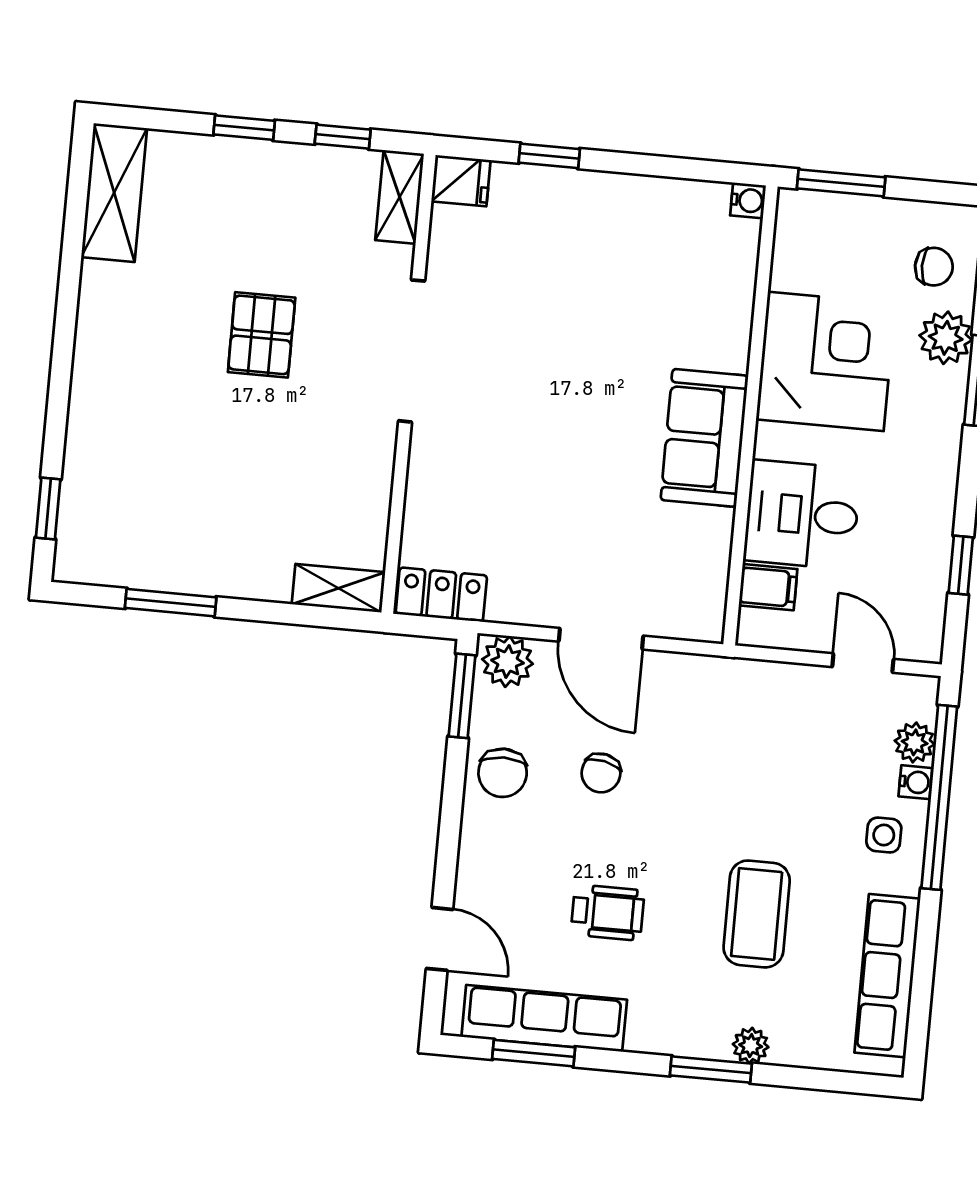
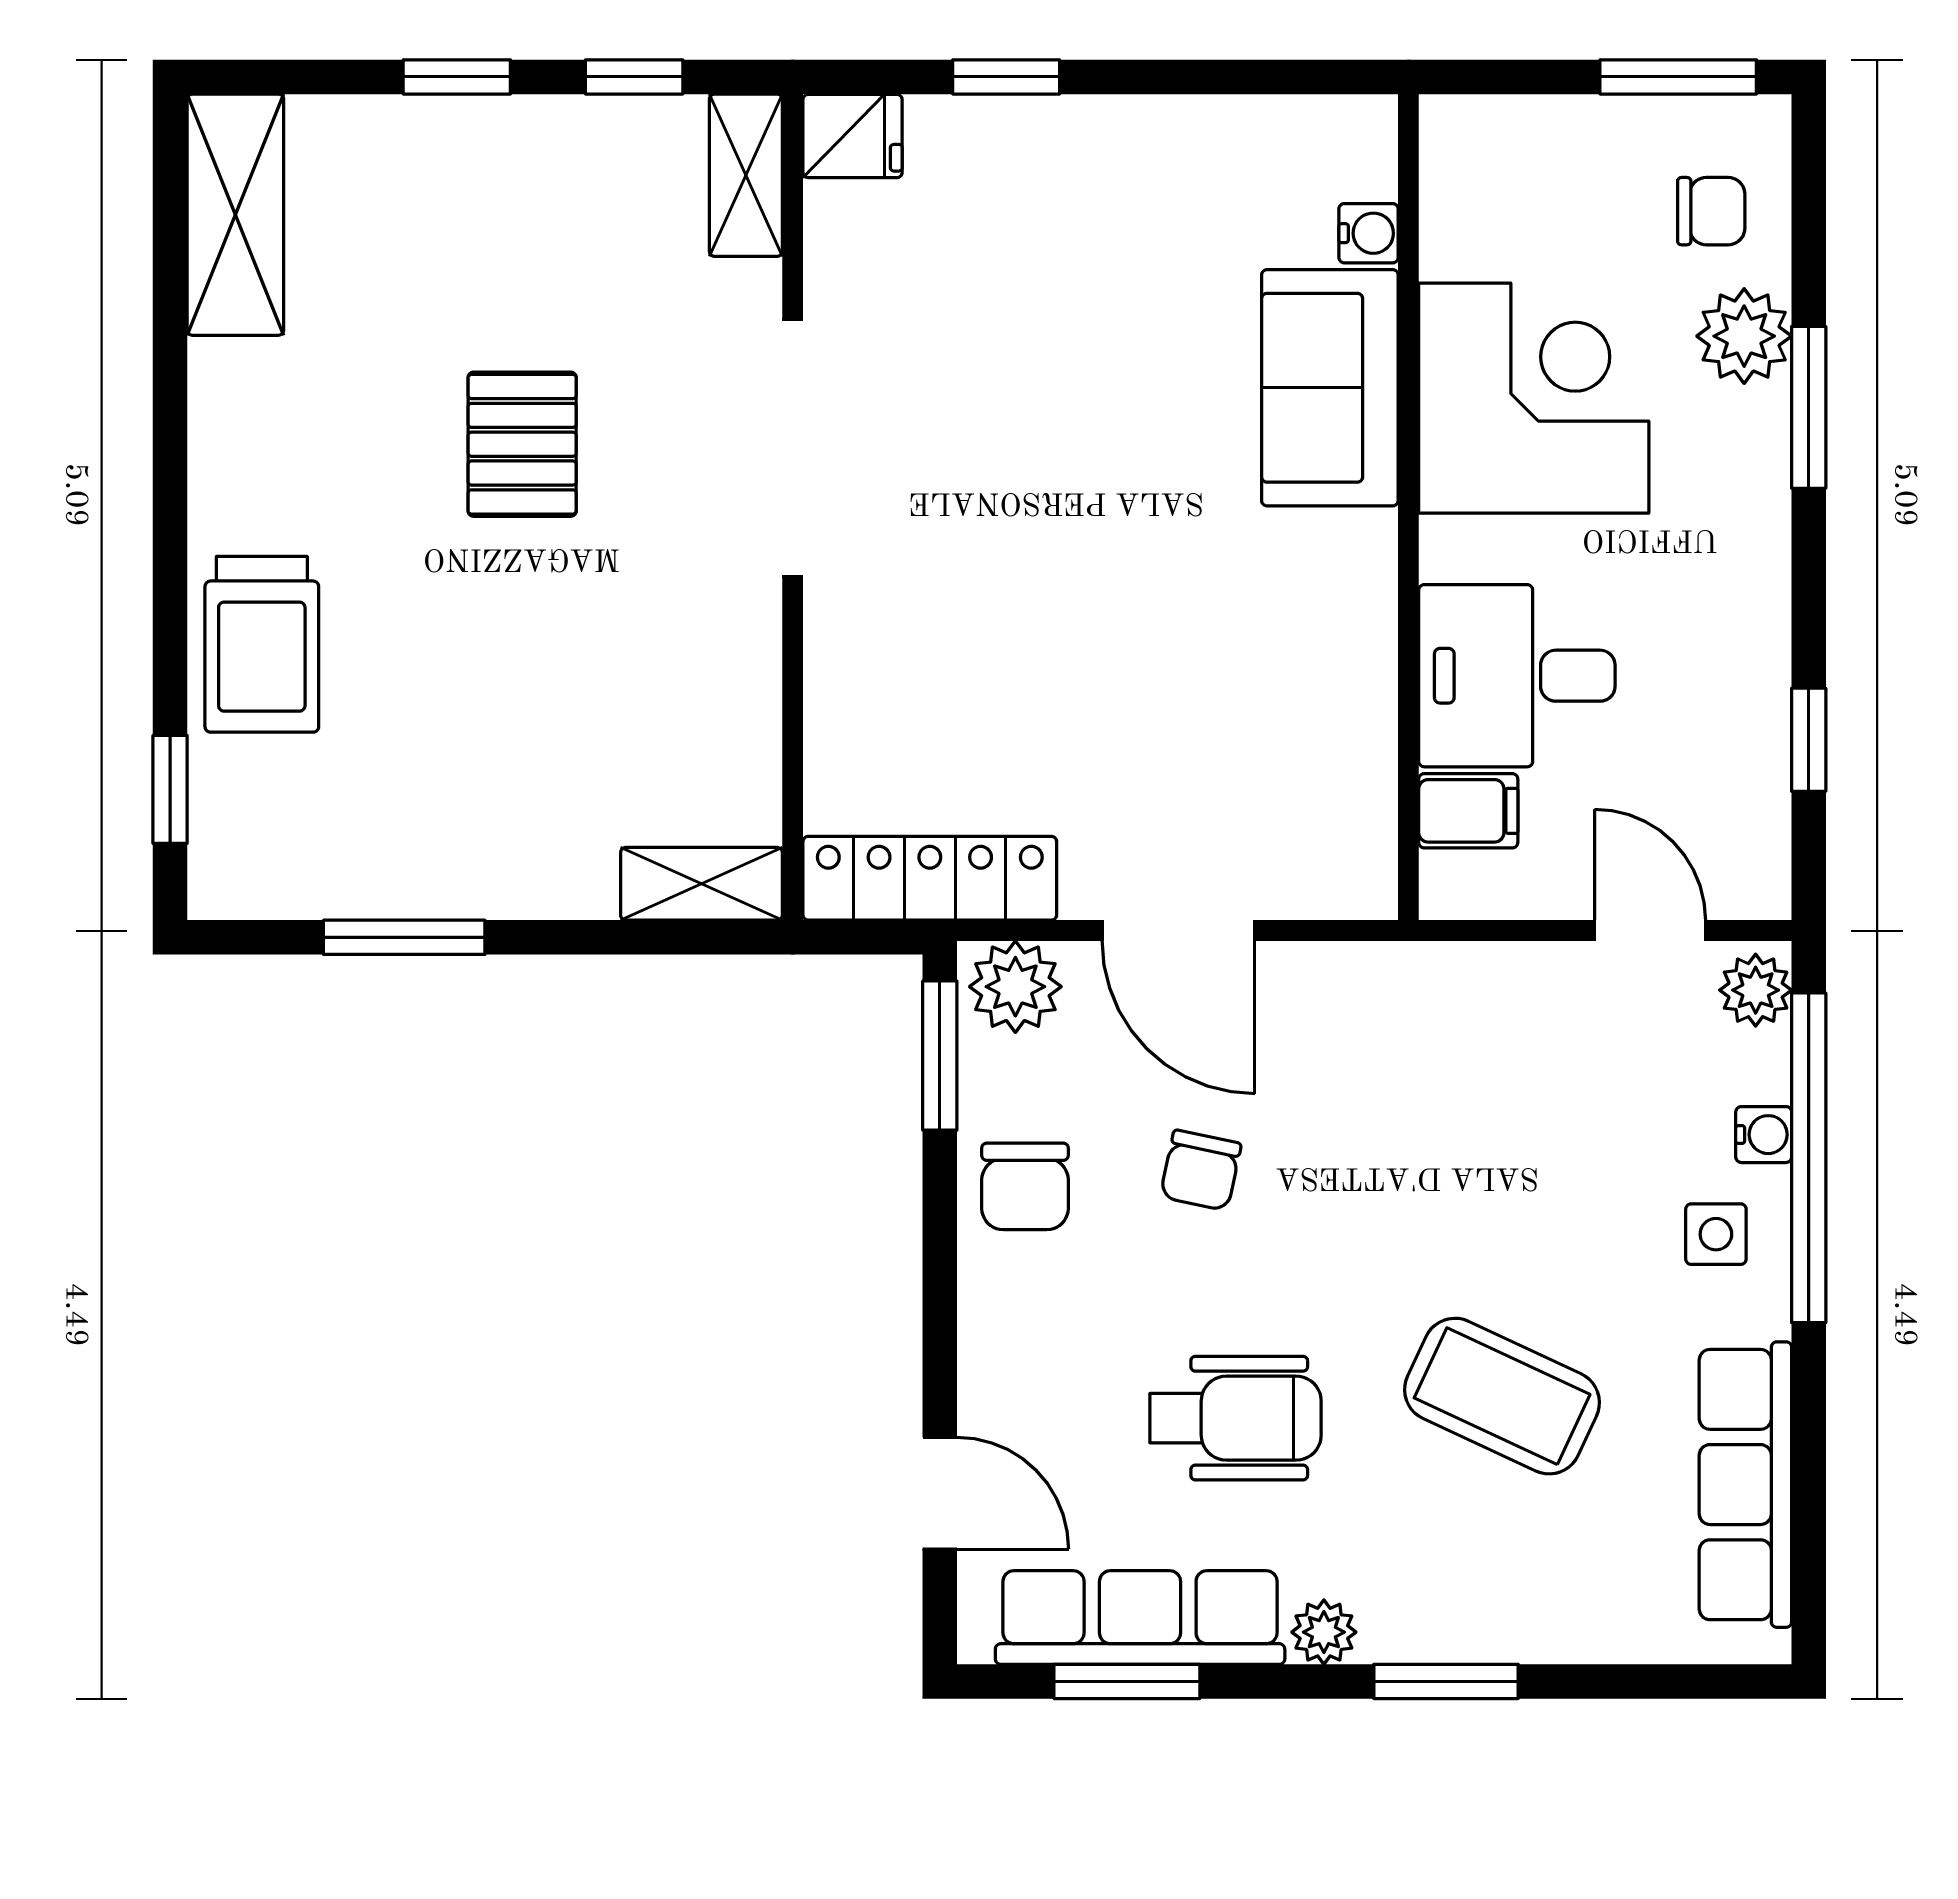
window: (841, 183) -> (1678, 77), moved
water cooler: (748, 200) -> (1369, 233), moved
trolley: (107, 433) -> (262, 644), added
sofa: (704, 438) -> (1330, 388), moved
locker: (441, 595) -> (930, 878), width x1.53
plant: (915, 742) -> (1756, 990), moved
wheelchair: (608, 912) -> (1236, 1418), width x1.36, depth x1.37
coffee table: (757, 914) -> (1502, 1396), turned -65
plant: (751, 1046) -> (1324, 1632), moved

